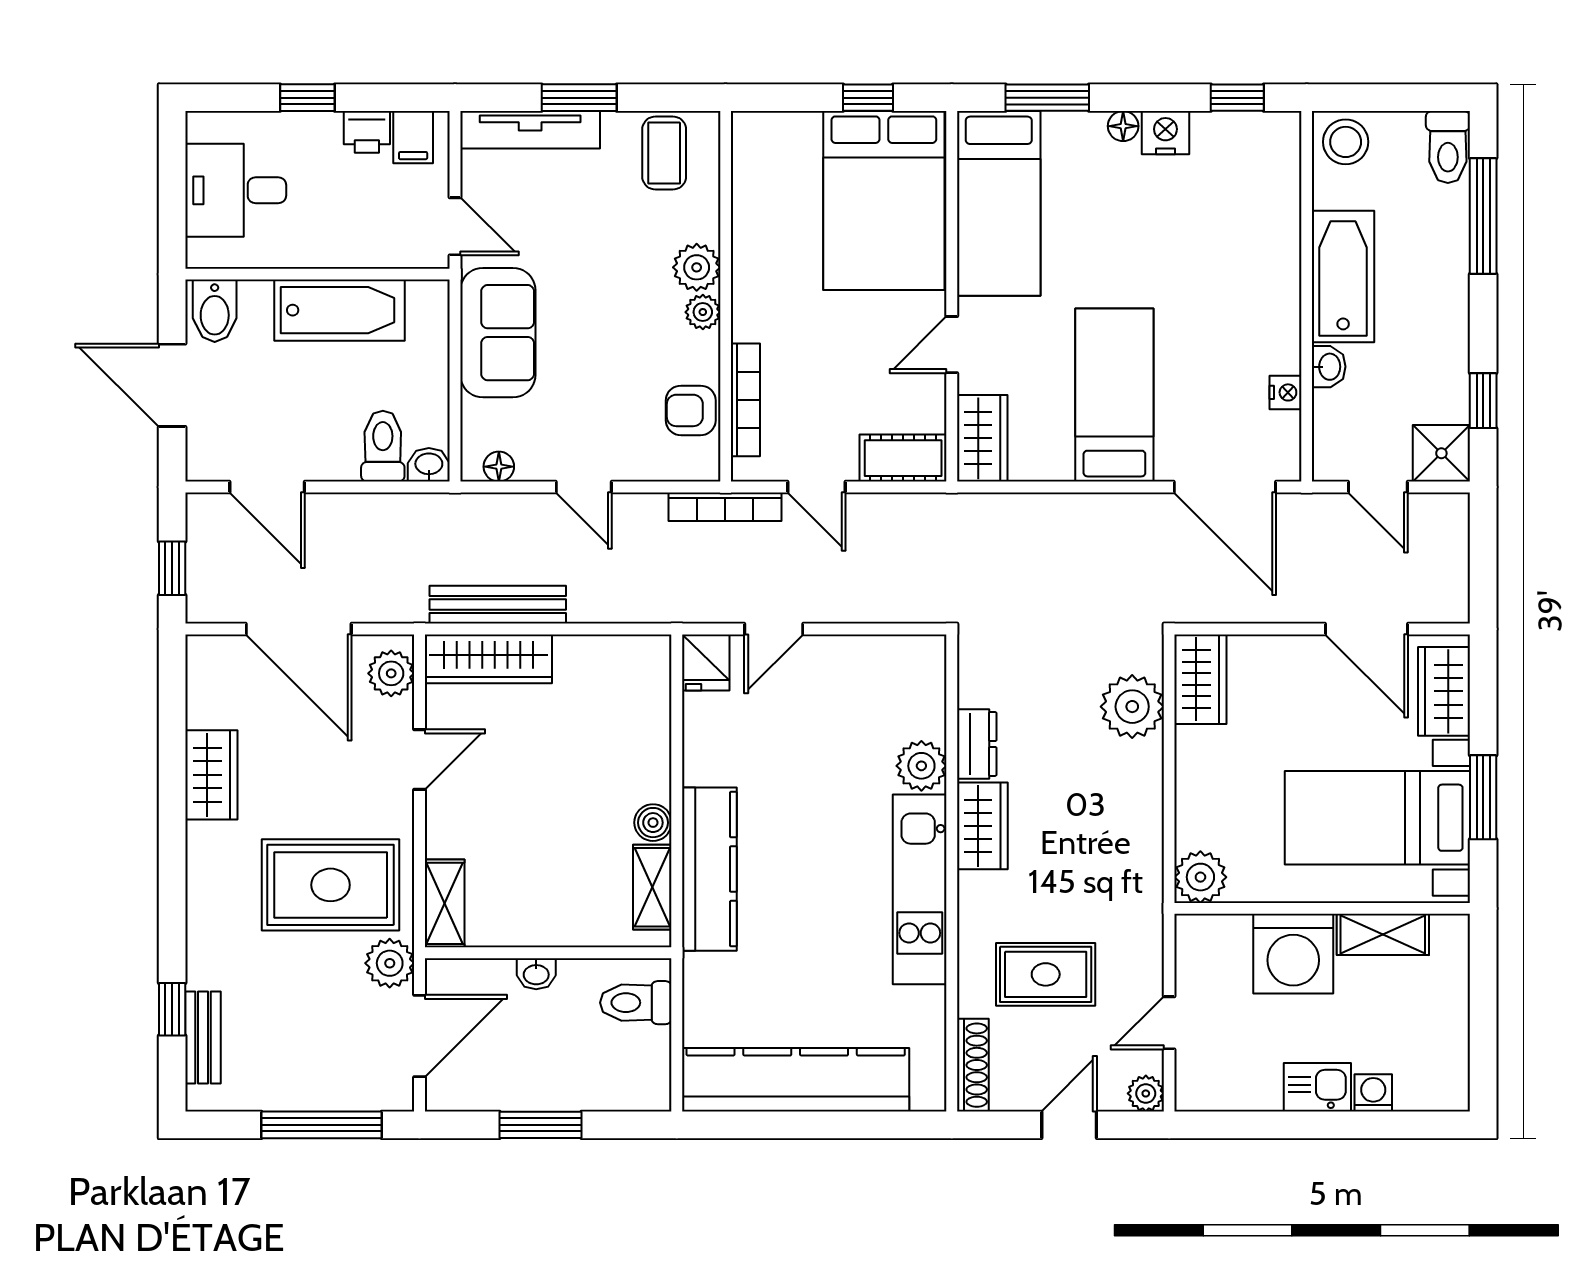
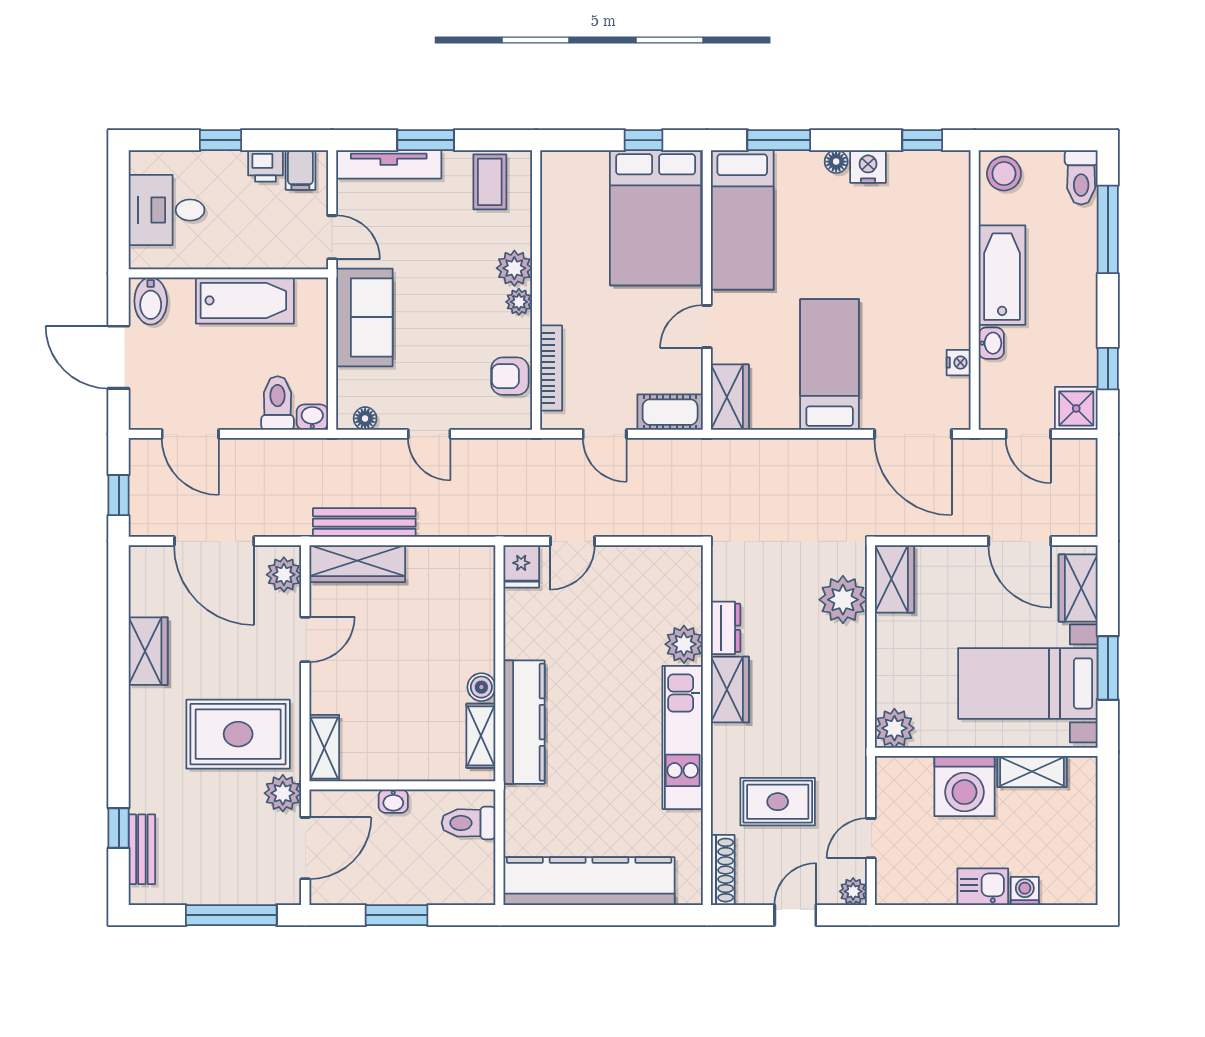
bookcase: (725, 507) -> (536, 449), removed

